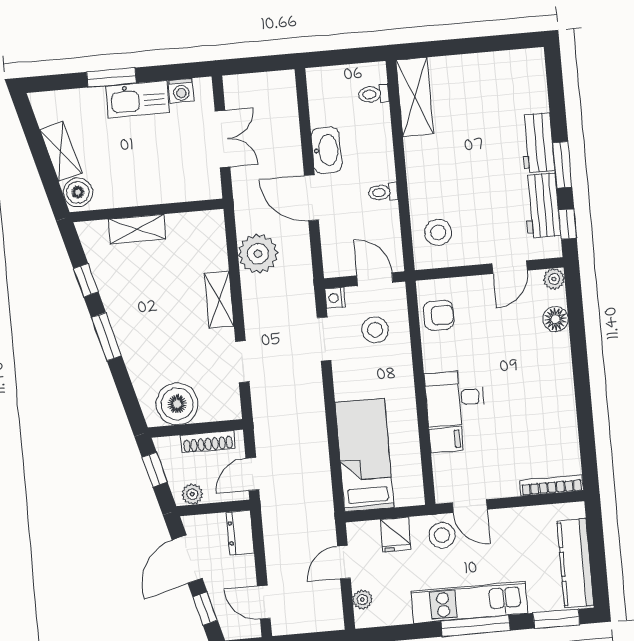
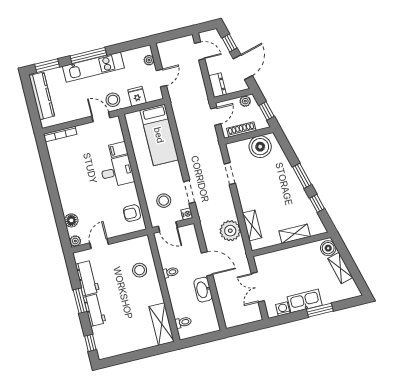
window: (568, 224) -> (90, 343), moved
stool: (438, 232) -> (140, 270), moved
shelving: (219, 300) -> (252, 225), moved

